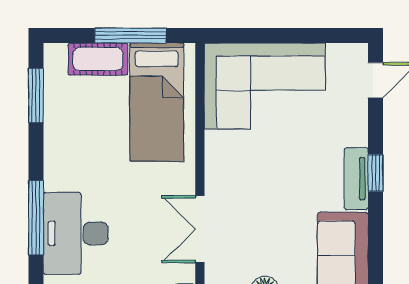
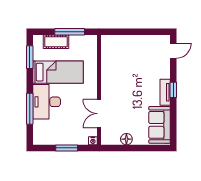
corner sofa: (265, 86) -> (127, 53), removed
bed: (157, 102) -> (58, 72), moved, turned -90
desk: (76, 233) -> (47, 102), moved

